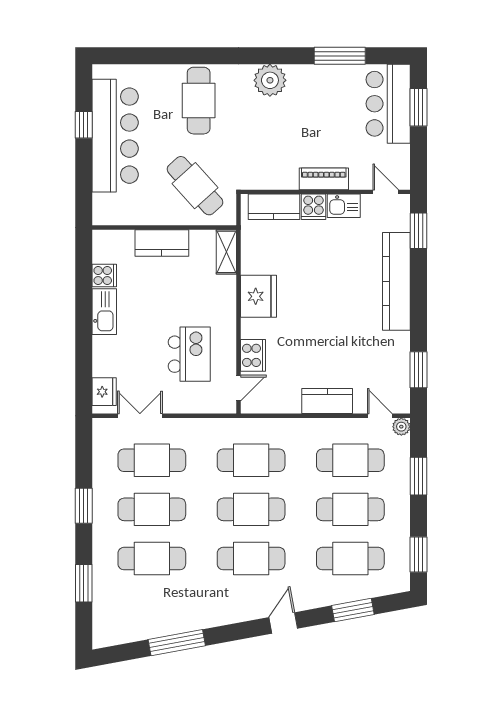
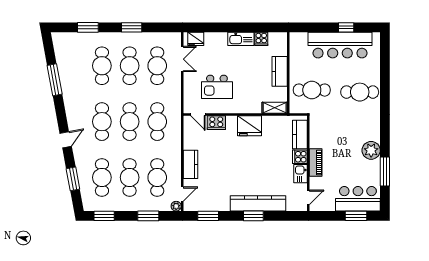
plant: (270, 80) -> (371, 150), moved
cafe table: (195, 186) -> (312, 90), turned 42
window: (418, 231) -> (253, 216), moved
door: (283, 623) -> (66, 140), hinge flipped

